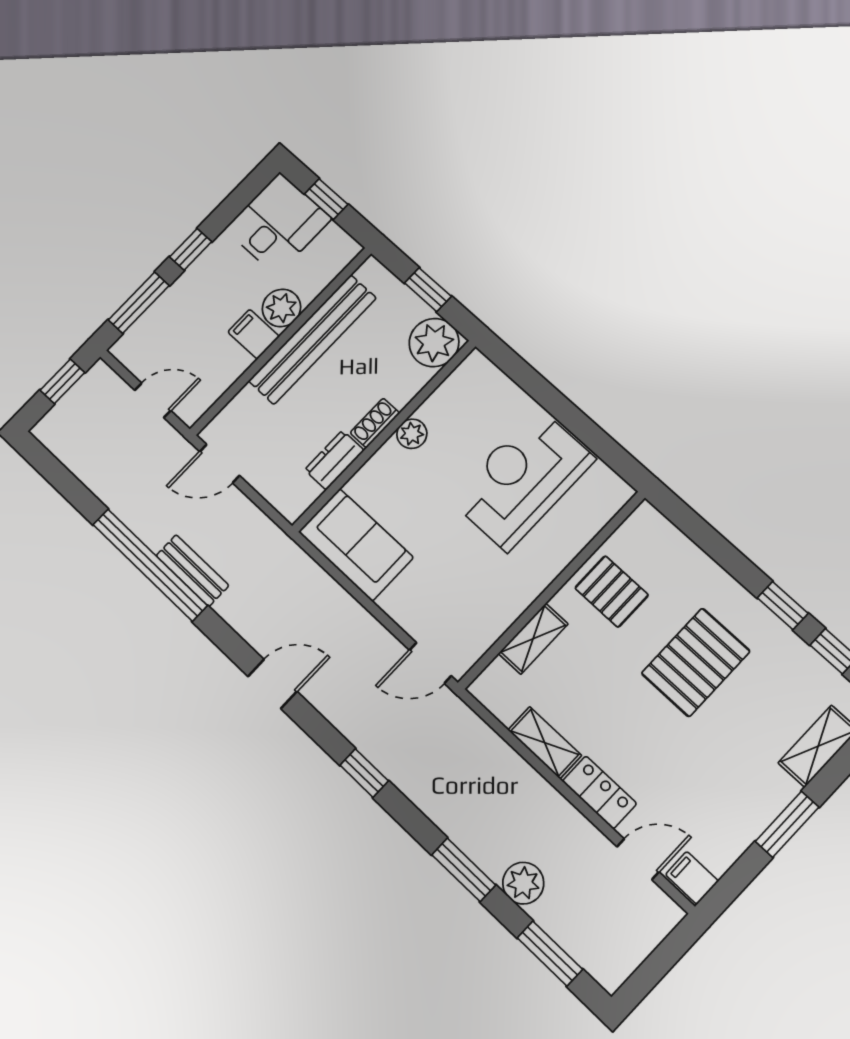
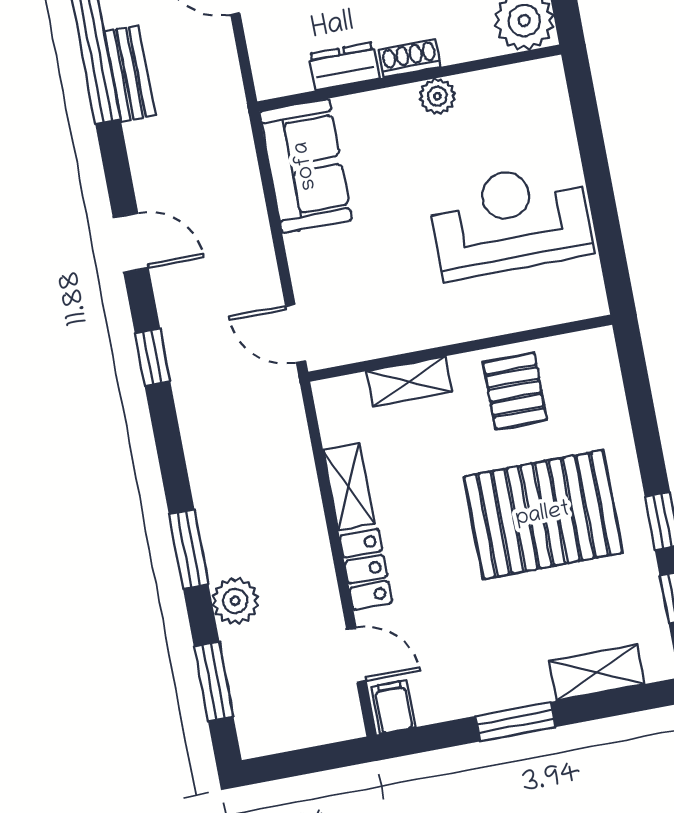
pallet: (696, 662) -> (543, 515), width x1.37, depth x1.41
window: (364, 773) -> (152, 357), moved

